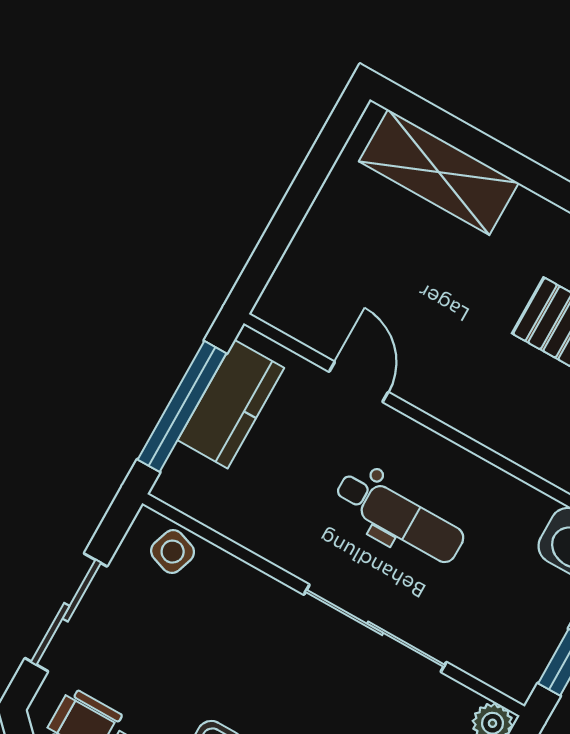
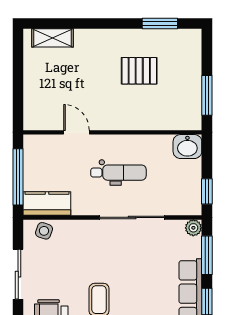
shelving: (439, 172) -> (53, 38), width x0.67, depth x0.75
kitchen counter: (231, 404) -> (47, 204), moved, turned -90

